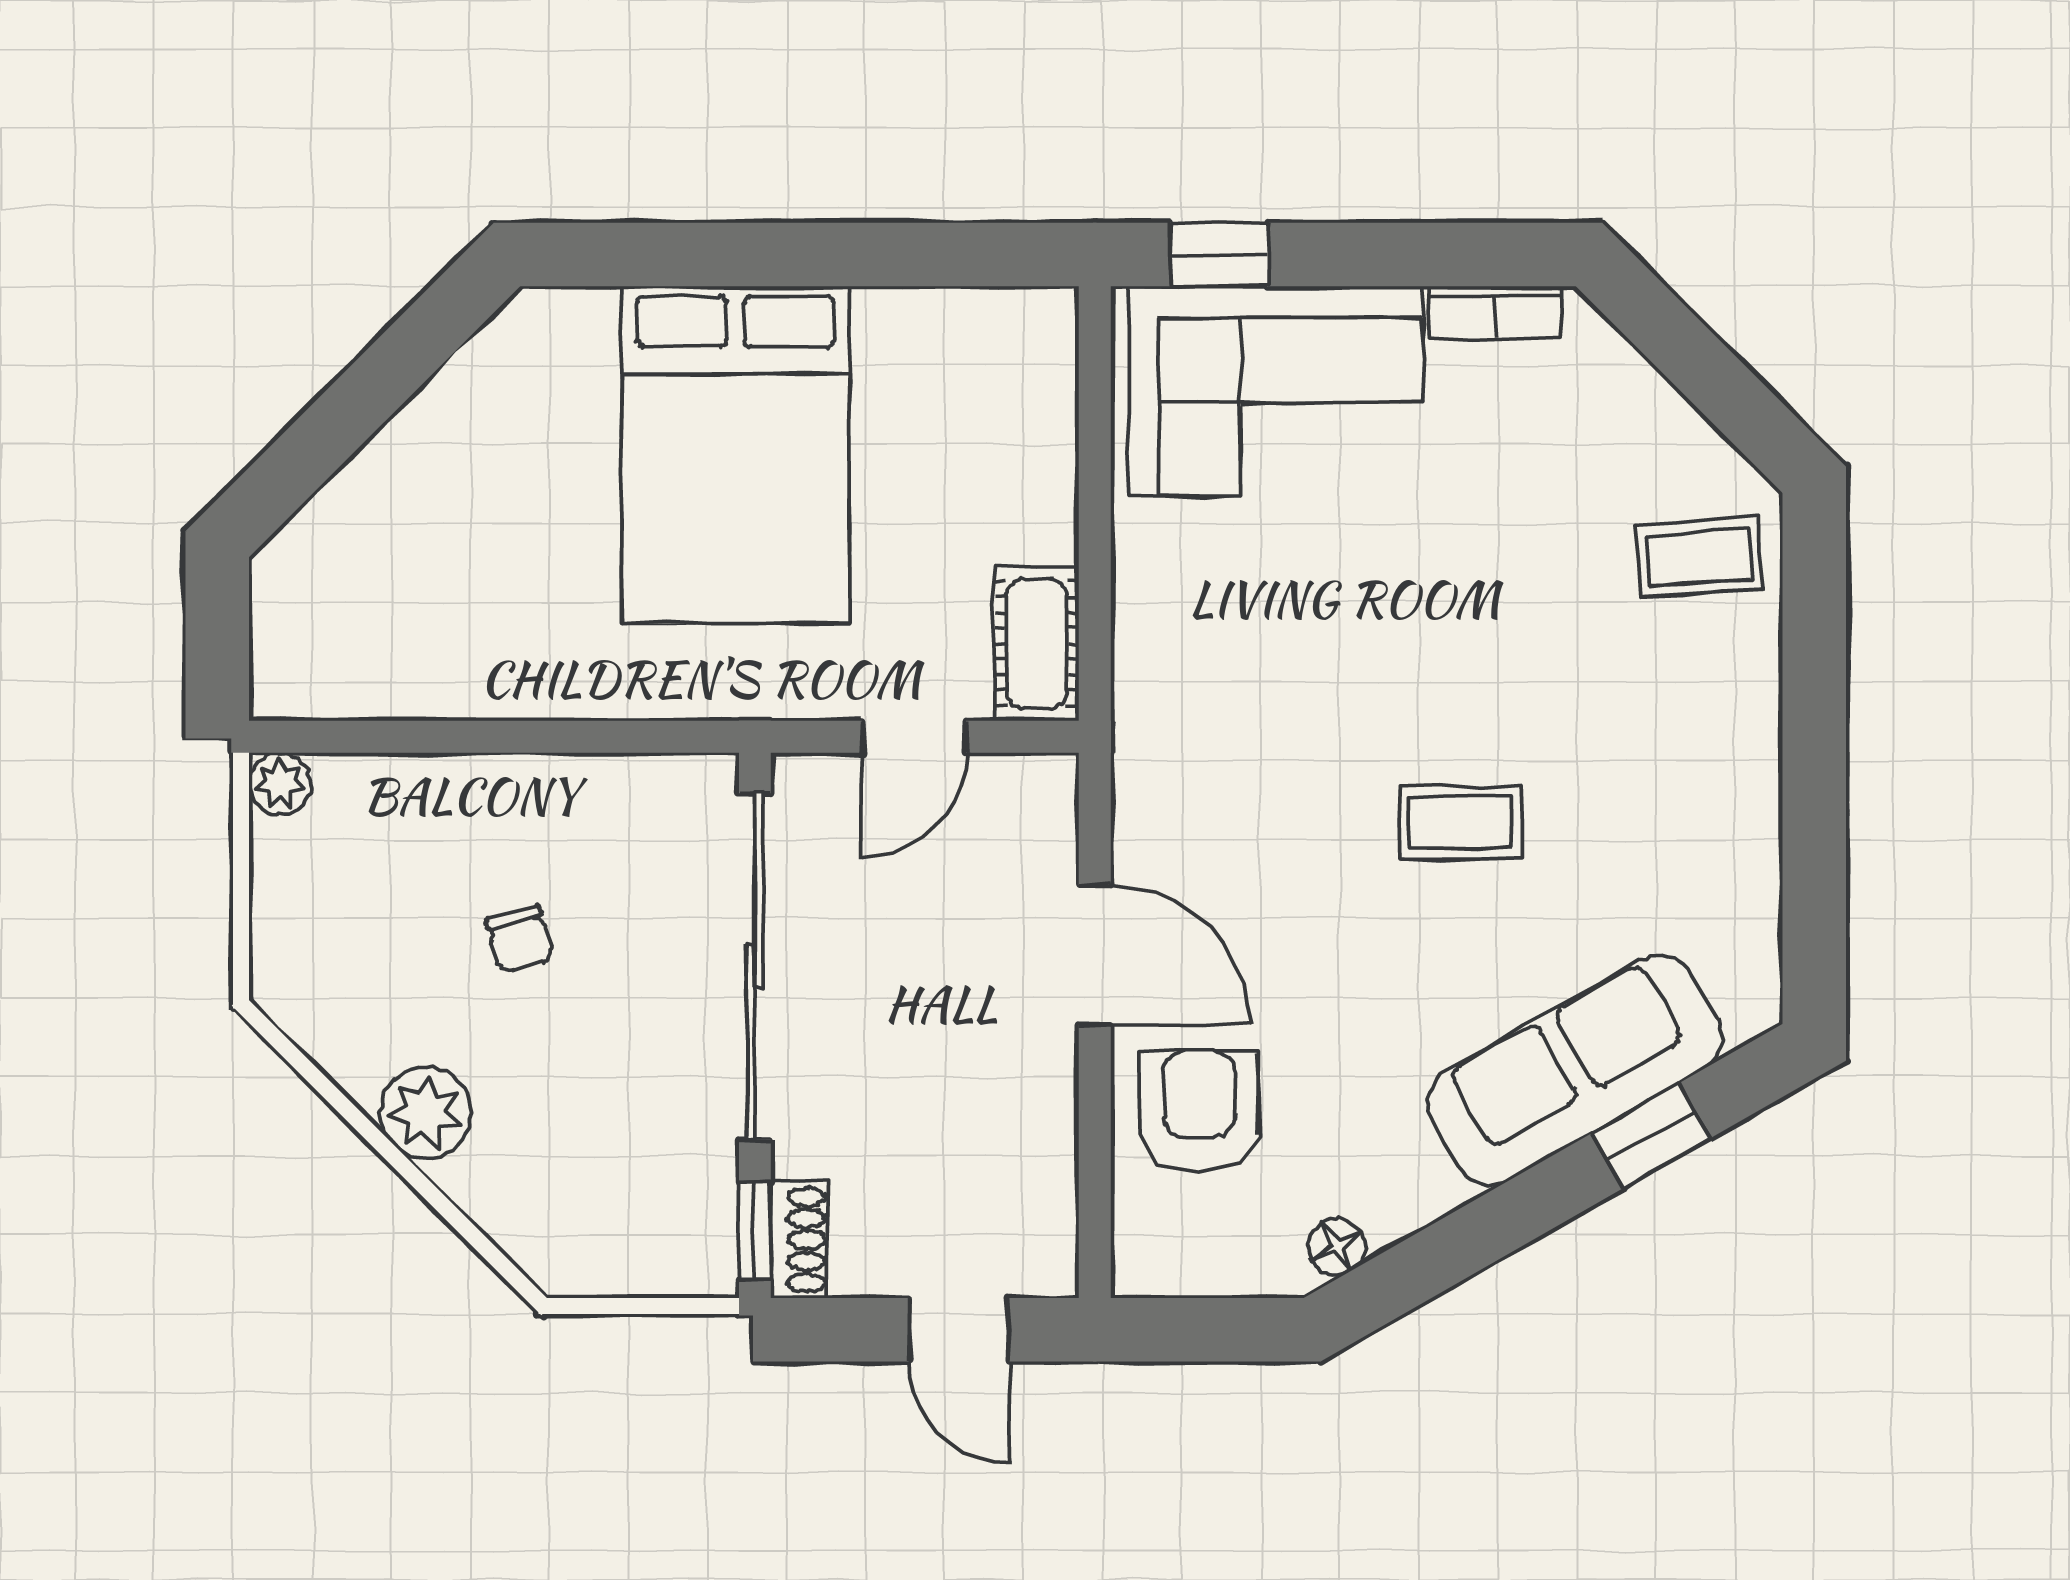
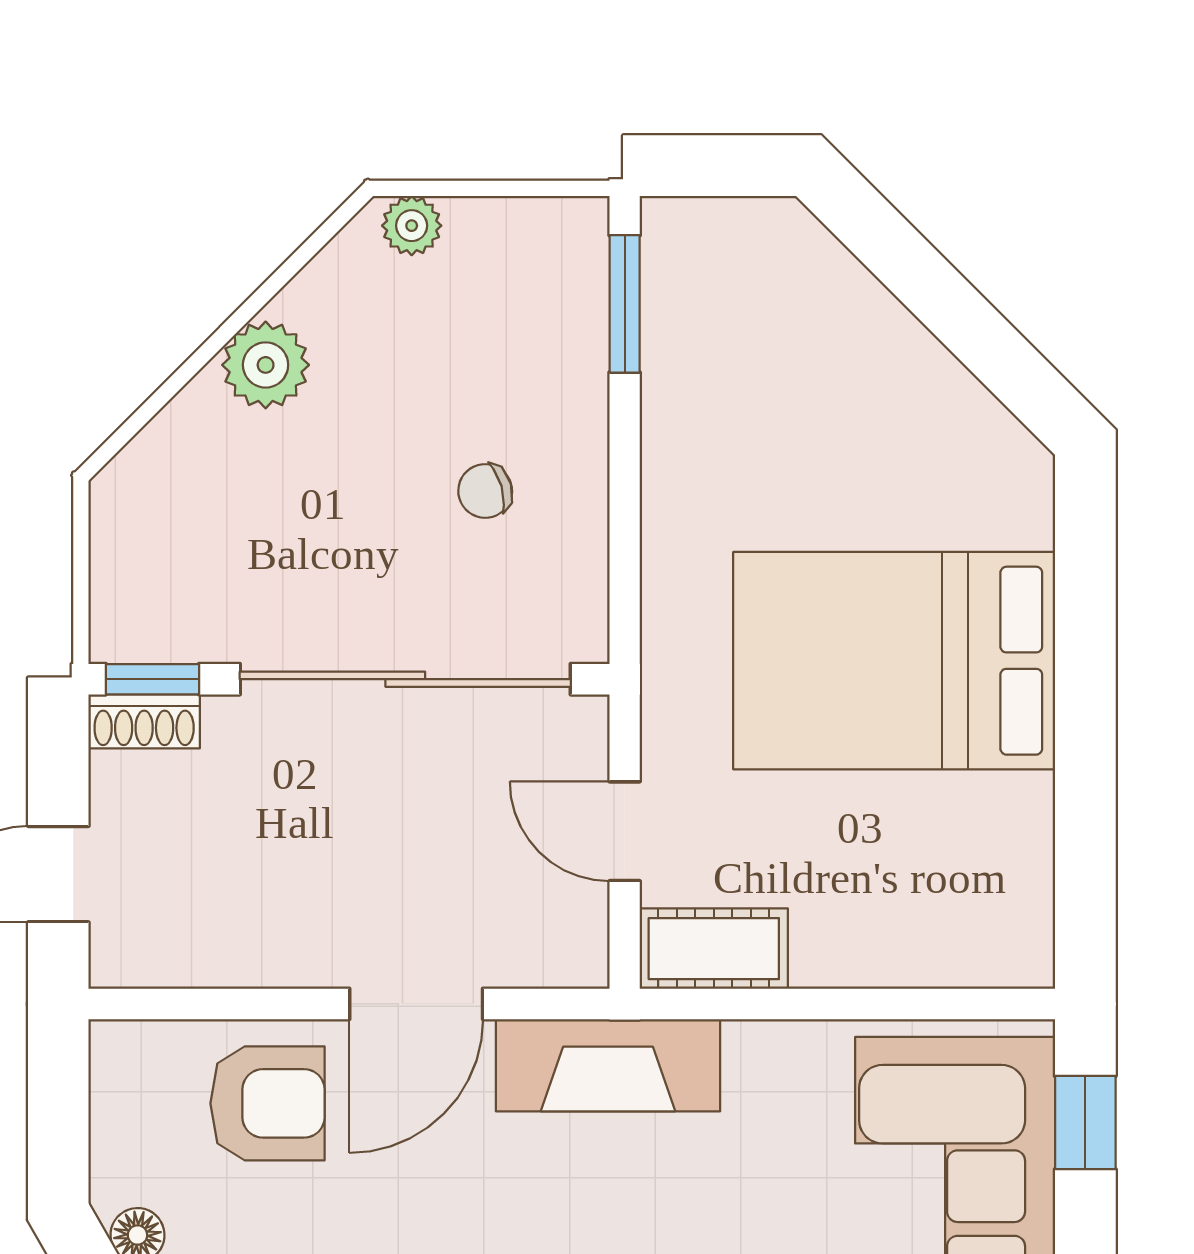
window: (362, 737) -> (625, 304), added
fireplace: (1159, 754) -> (608, 1065), added
plant: (280, 784) -> (412, 226), moved
chair: (520, 939) -> (485, 491), moved

